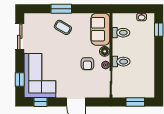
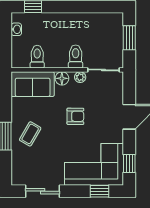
armchair: (87, 64) -> (75, 116), moved

